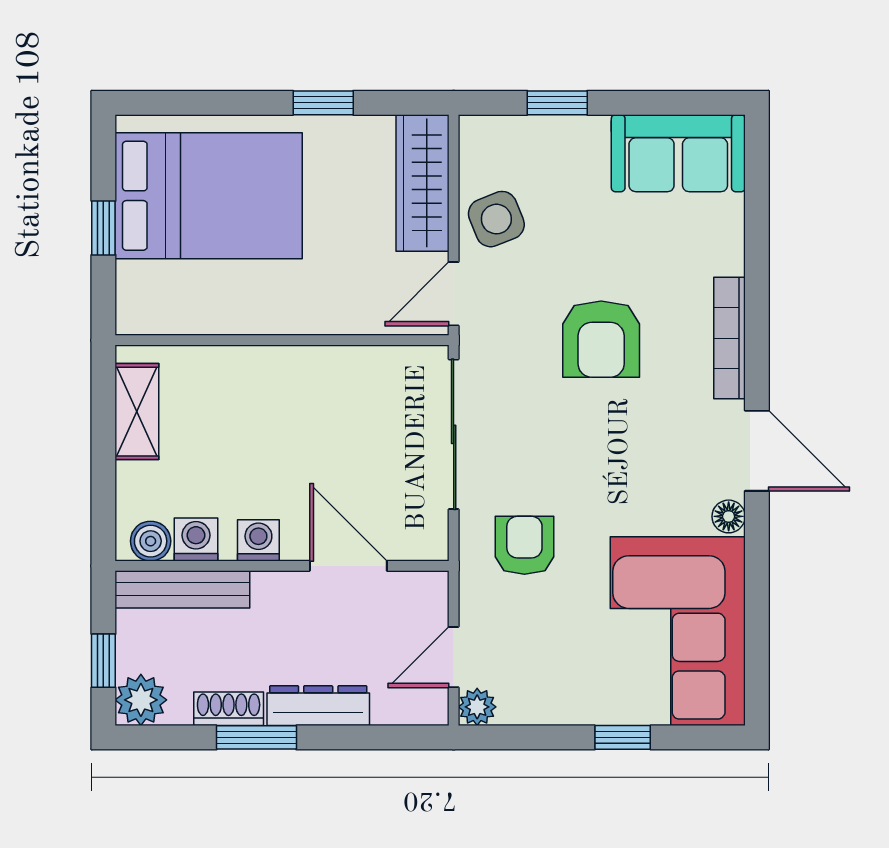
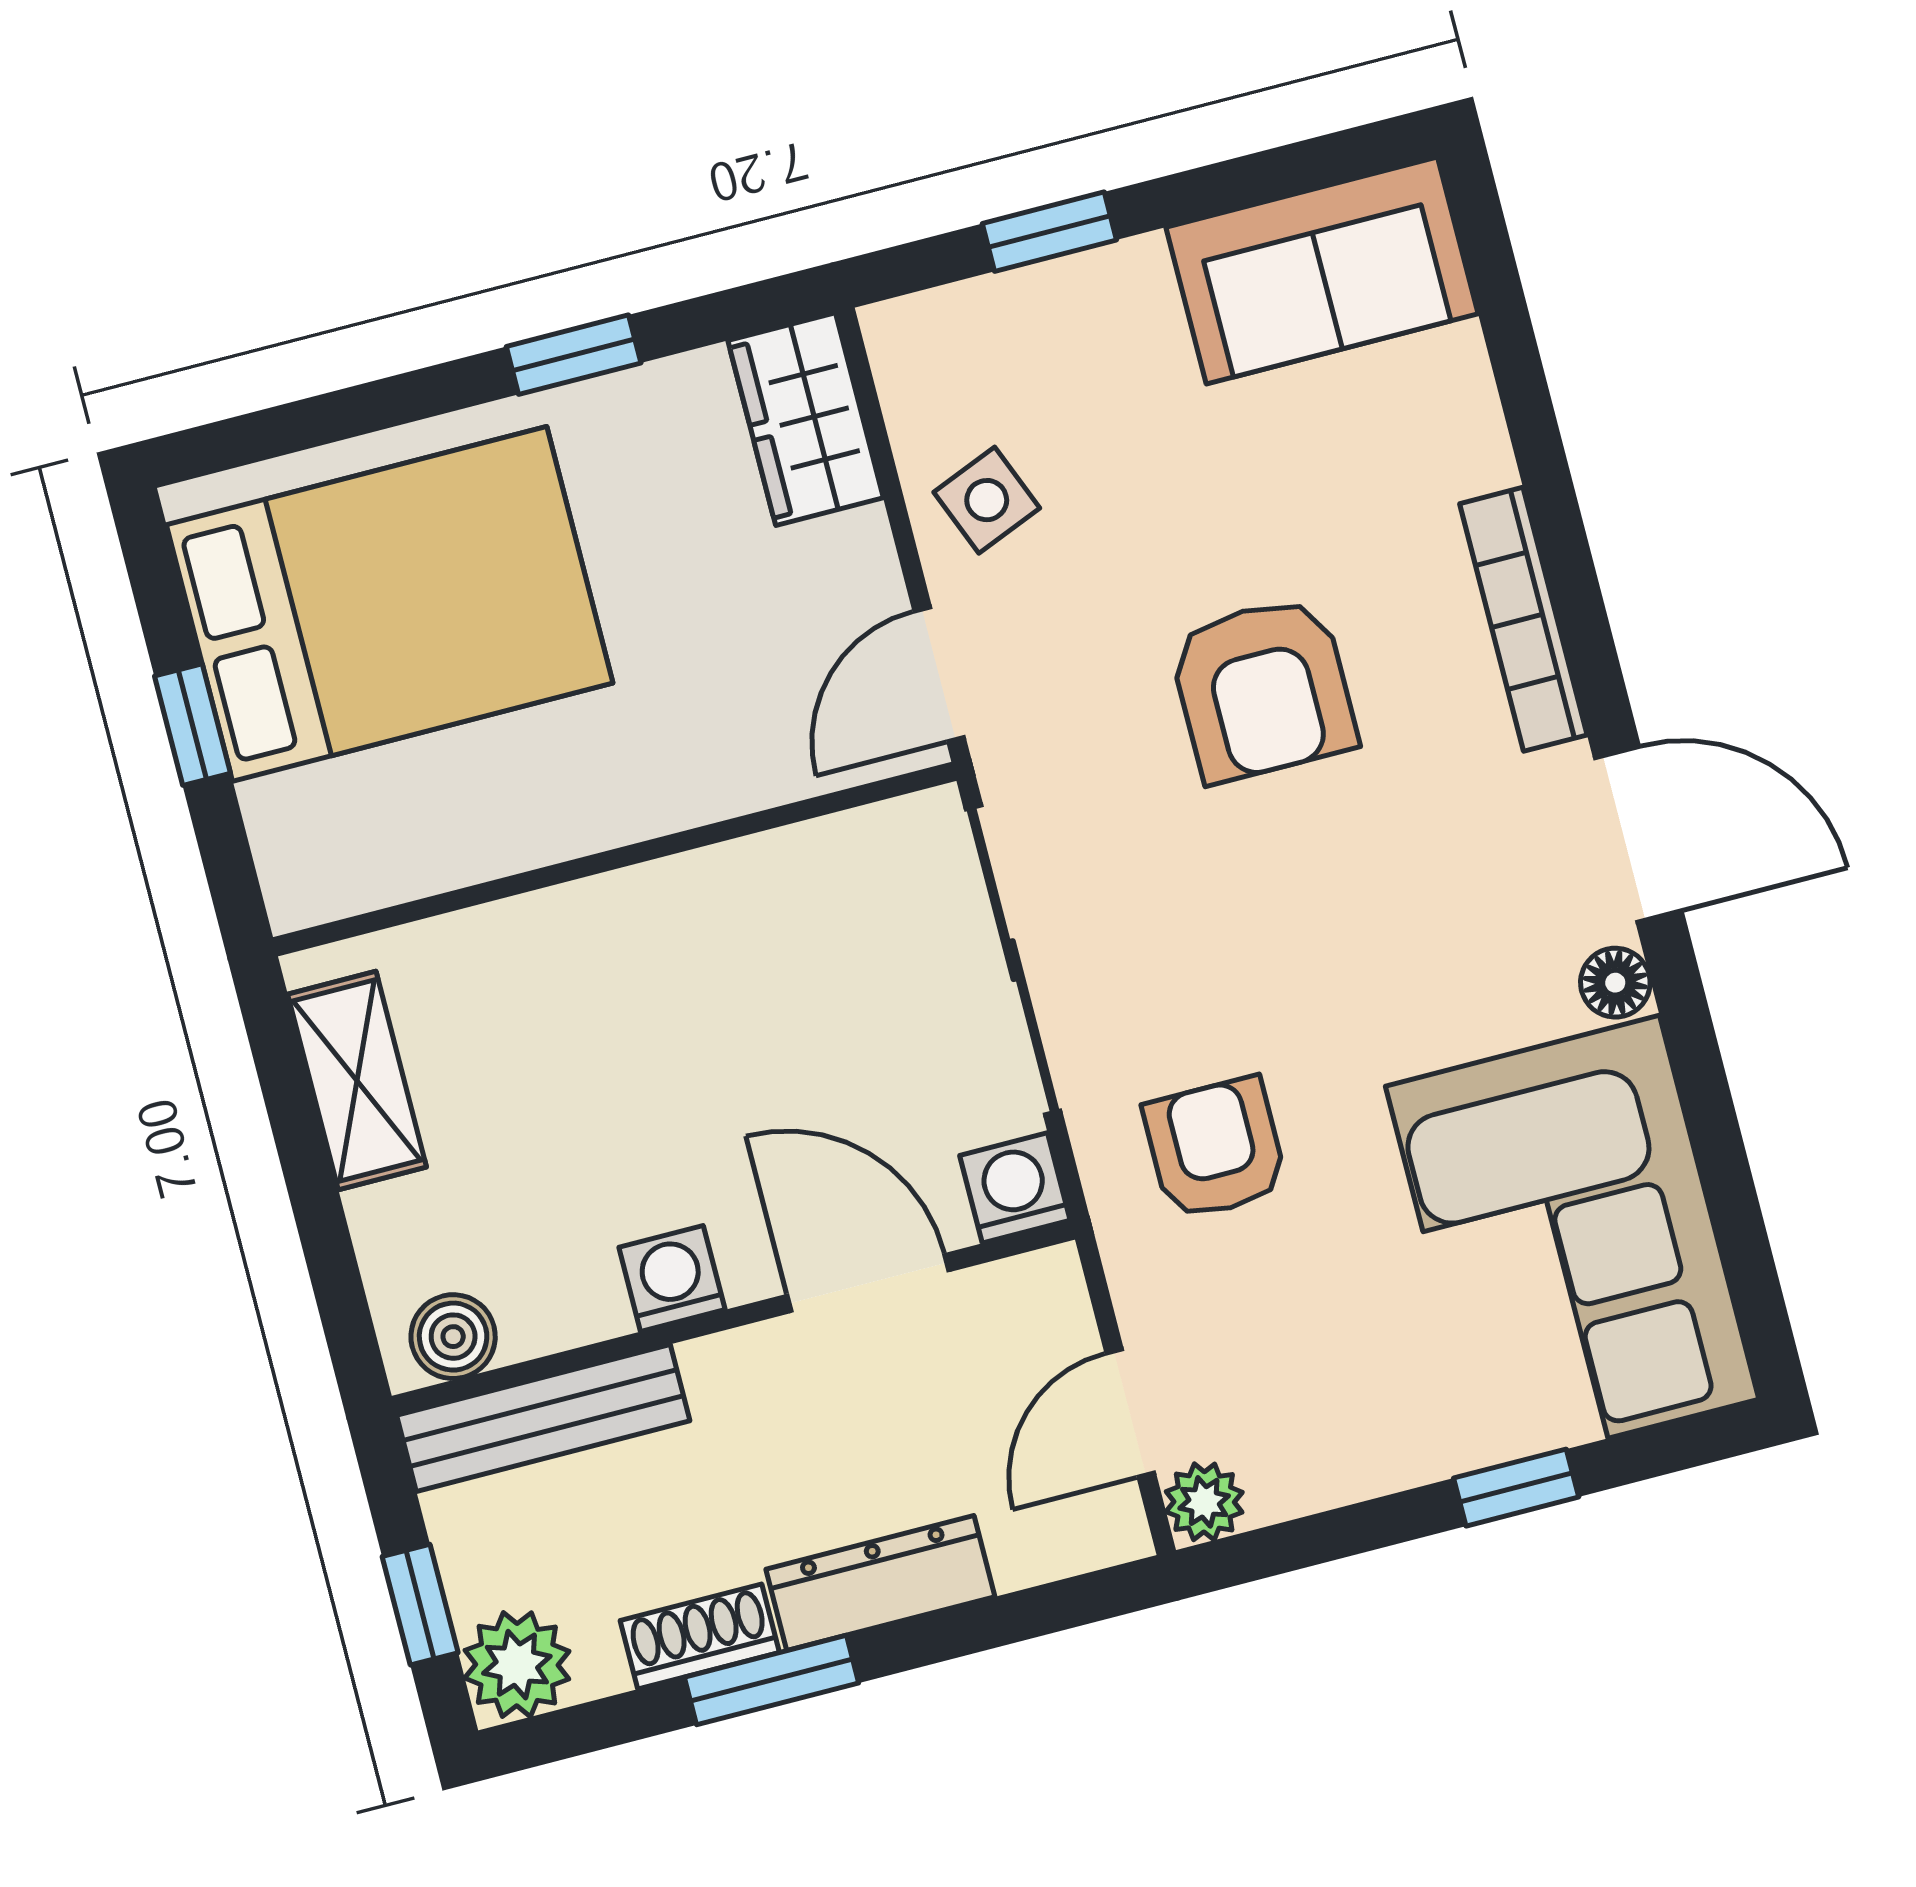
wardrobe: (422, 183) -> (806, 419), width x0.67
side table: (496, 219) -> (987, 500), width x0.73, depth x0.73
washing machine: (196, 540) -> (1015, 1188), moved

